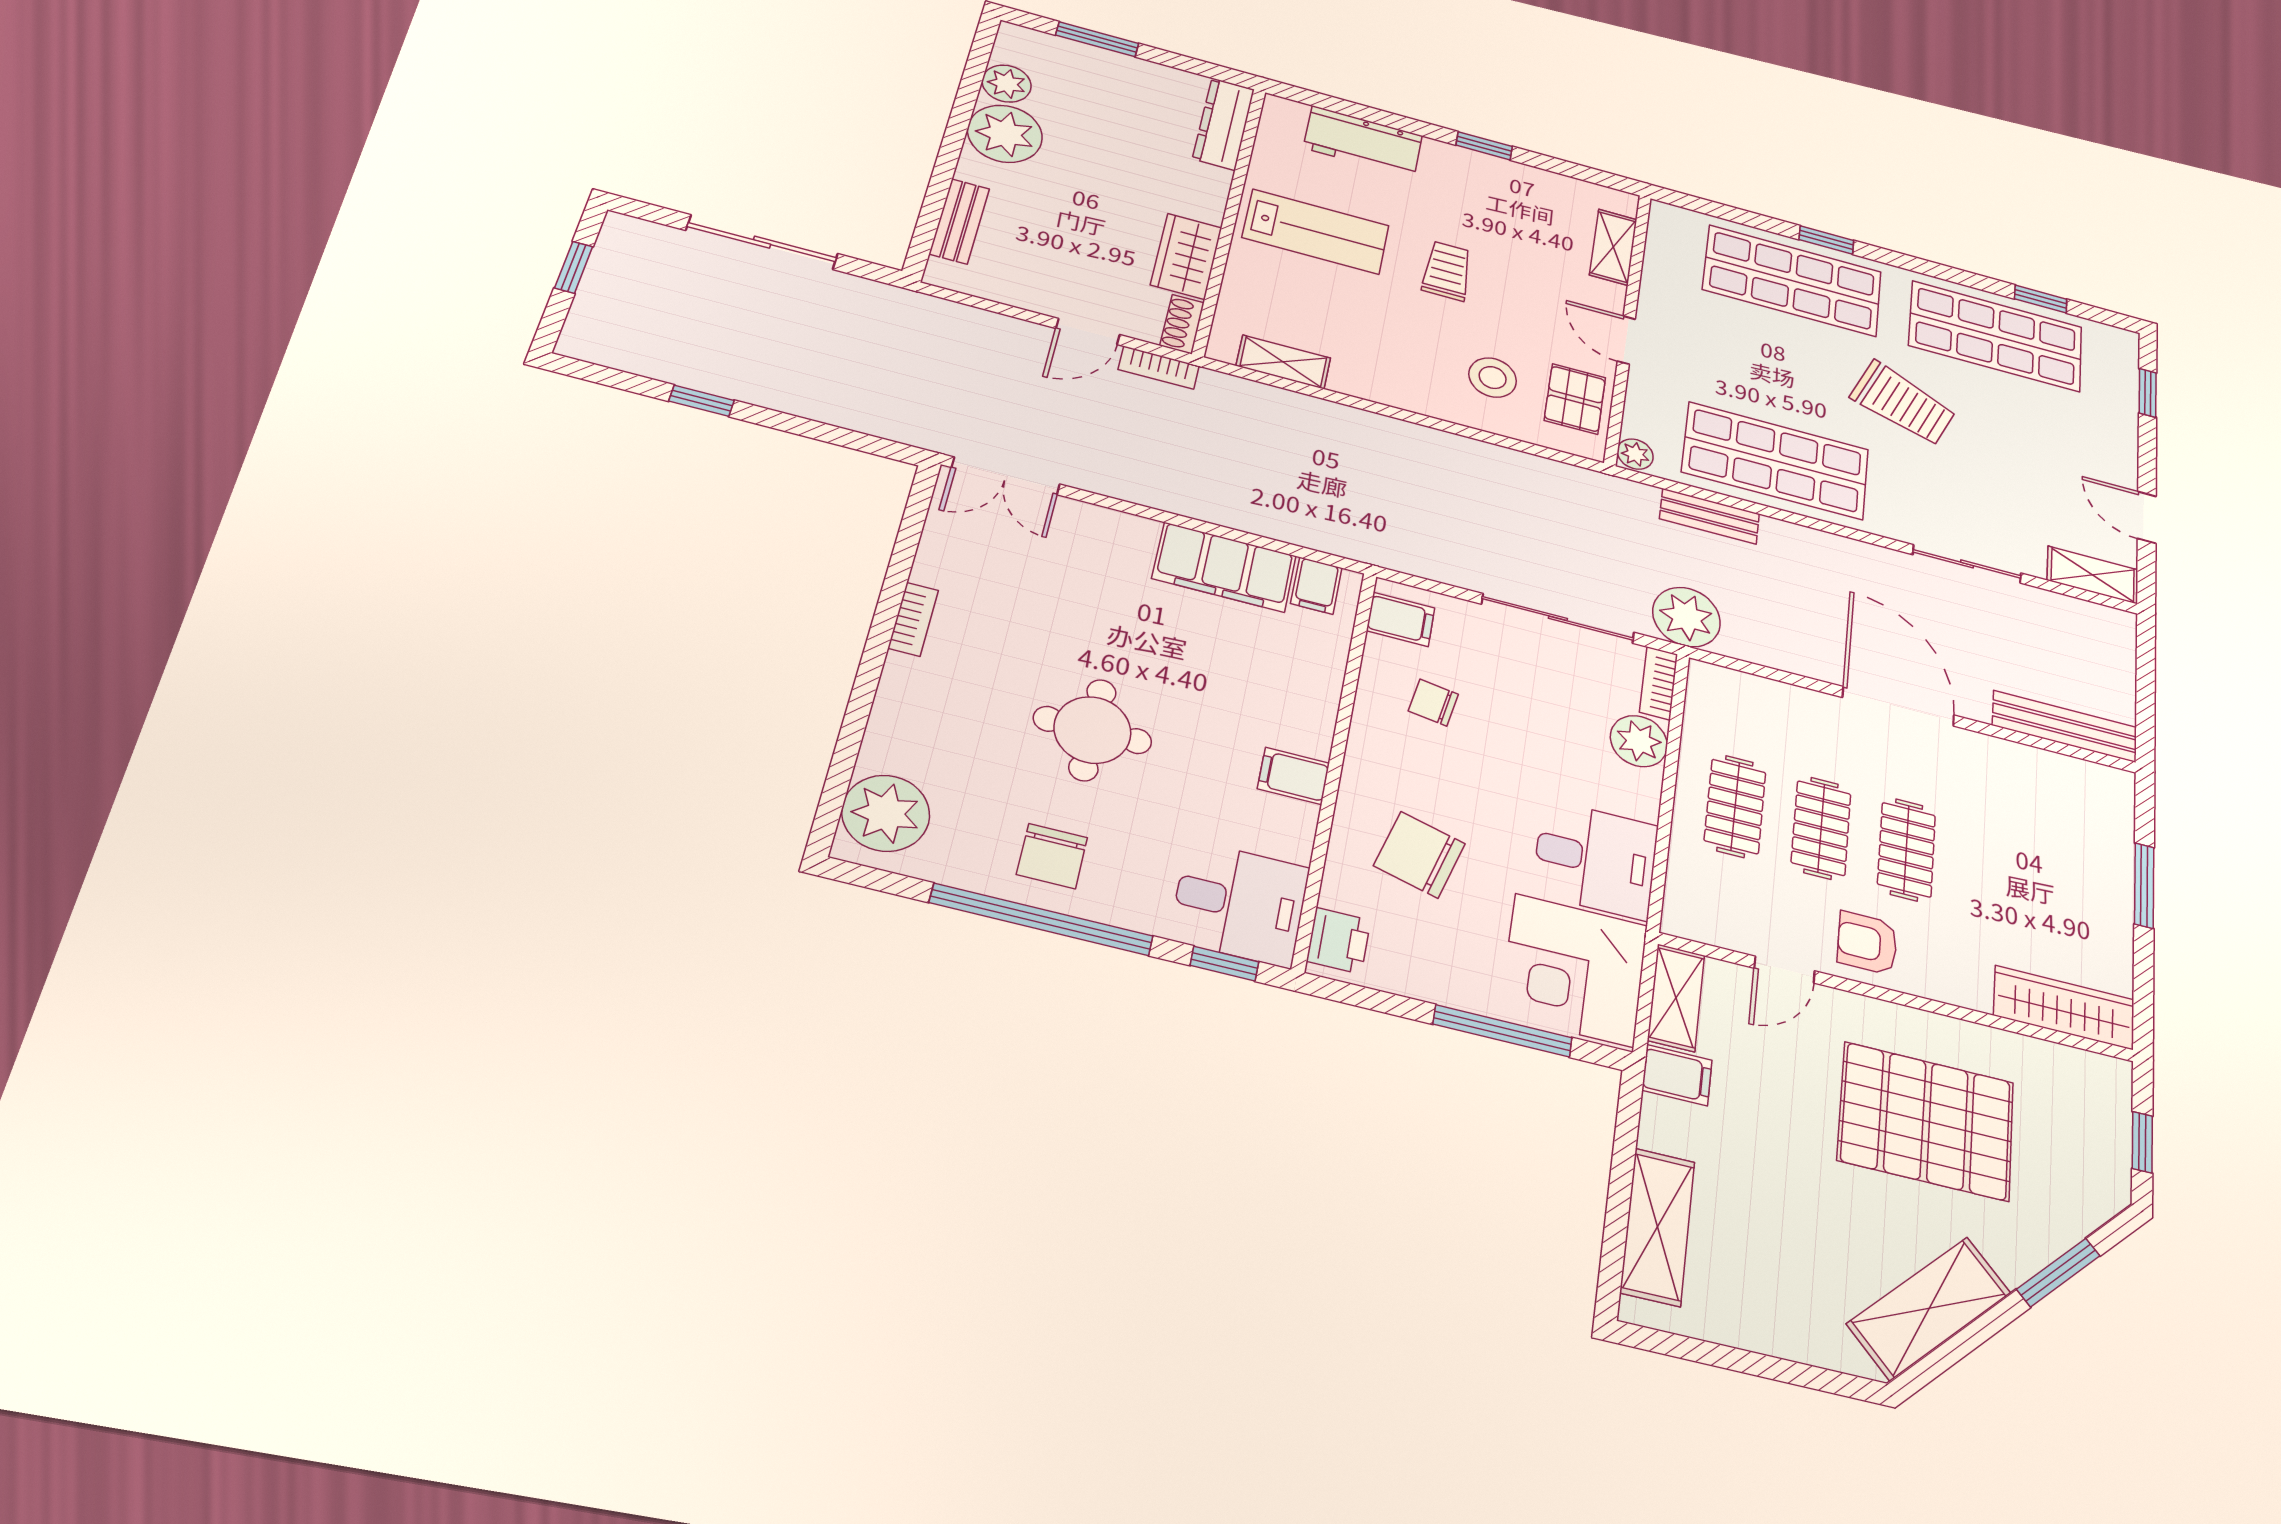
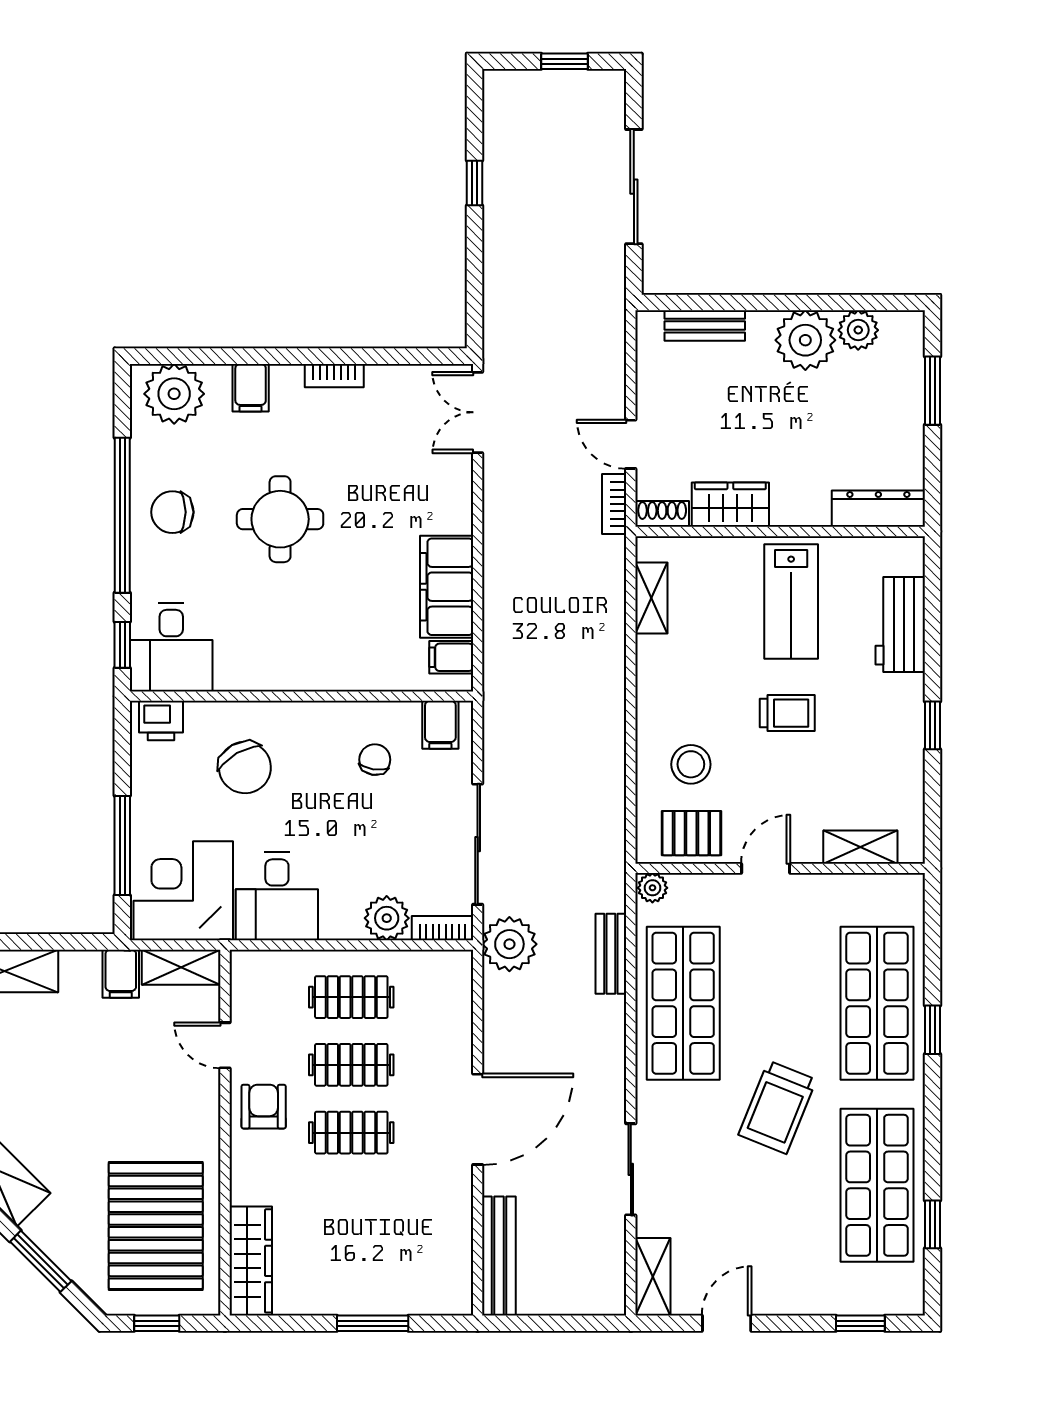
filing cabinet: (1294, 776) -> (251, 388), moved, turned 180
chair: (1419, 855) -> (245, 768), turned 135
pallet: (1926, 1121) -> (156, 1226), moved

